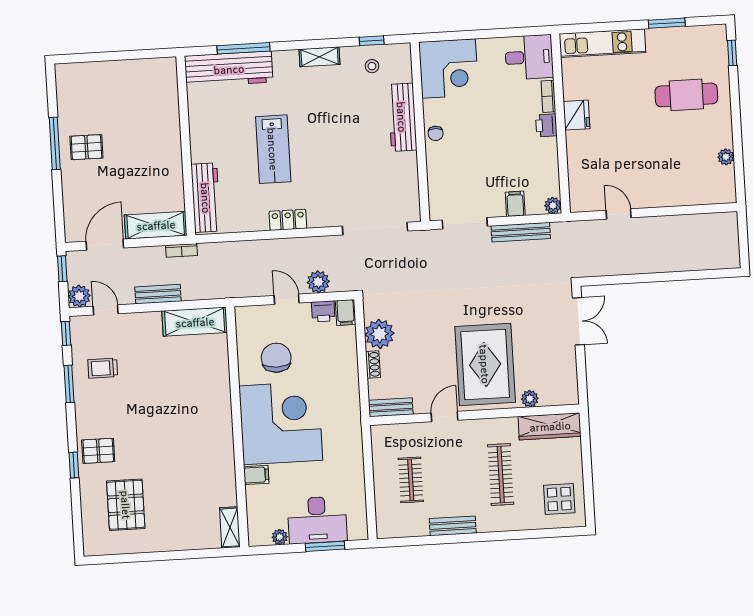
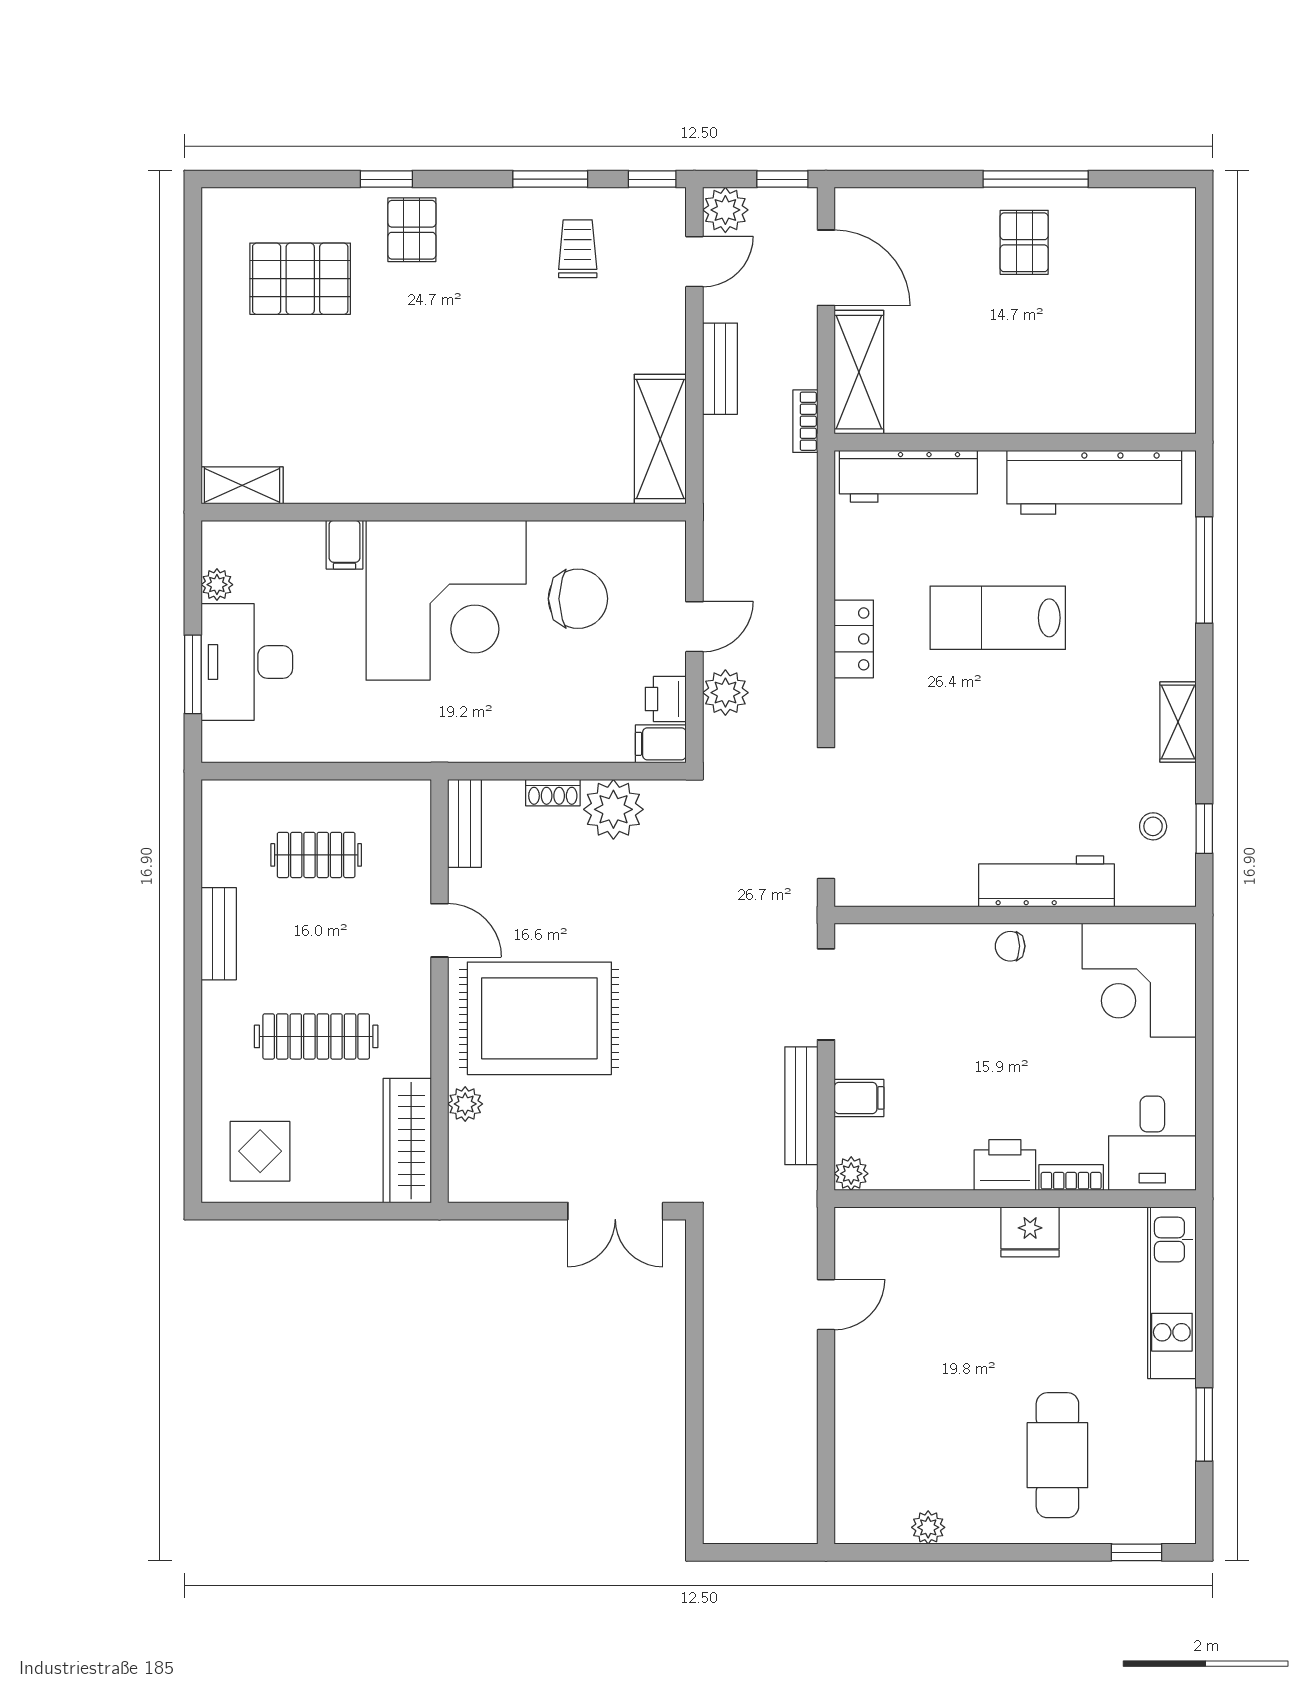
workbench: (229, 69) -> (1094, 482), moved, turned -90
printer: (546, 125) -> (1005, 1165), width x1.36, depth x1.24

